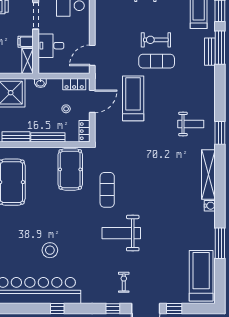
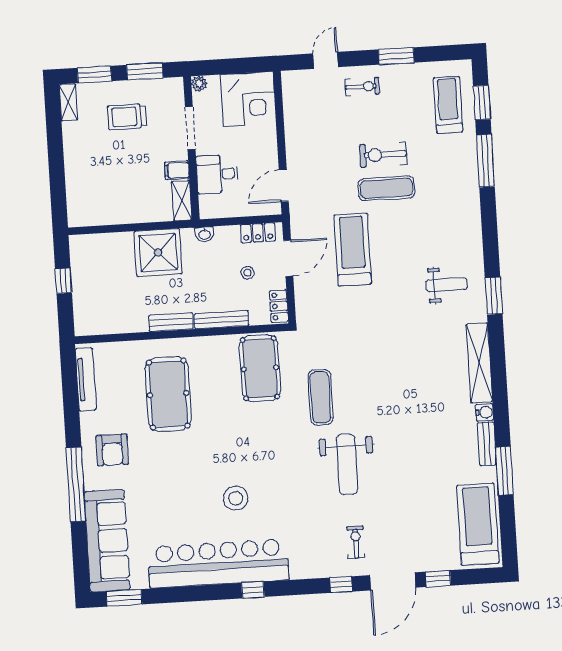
bench: (210, 52) -> (487, 444), moved
weight bench: (121, 233) -> (347, 464), turned -90

